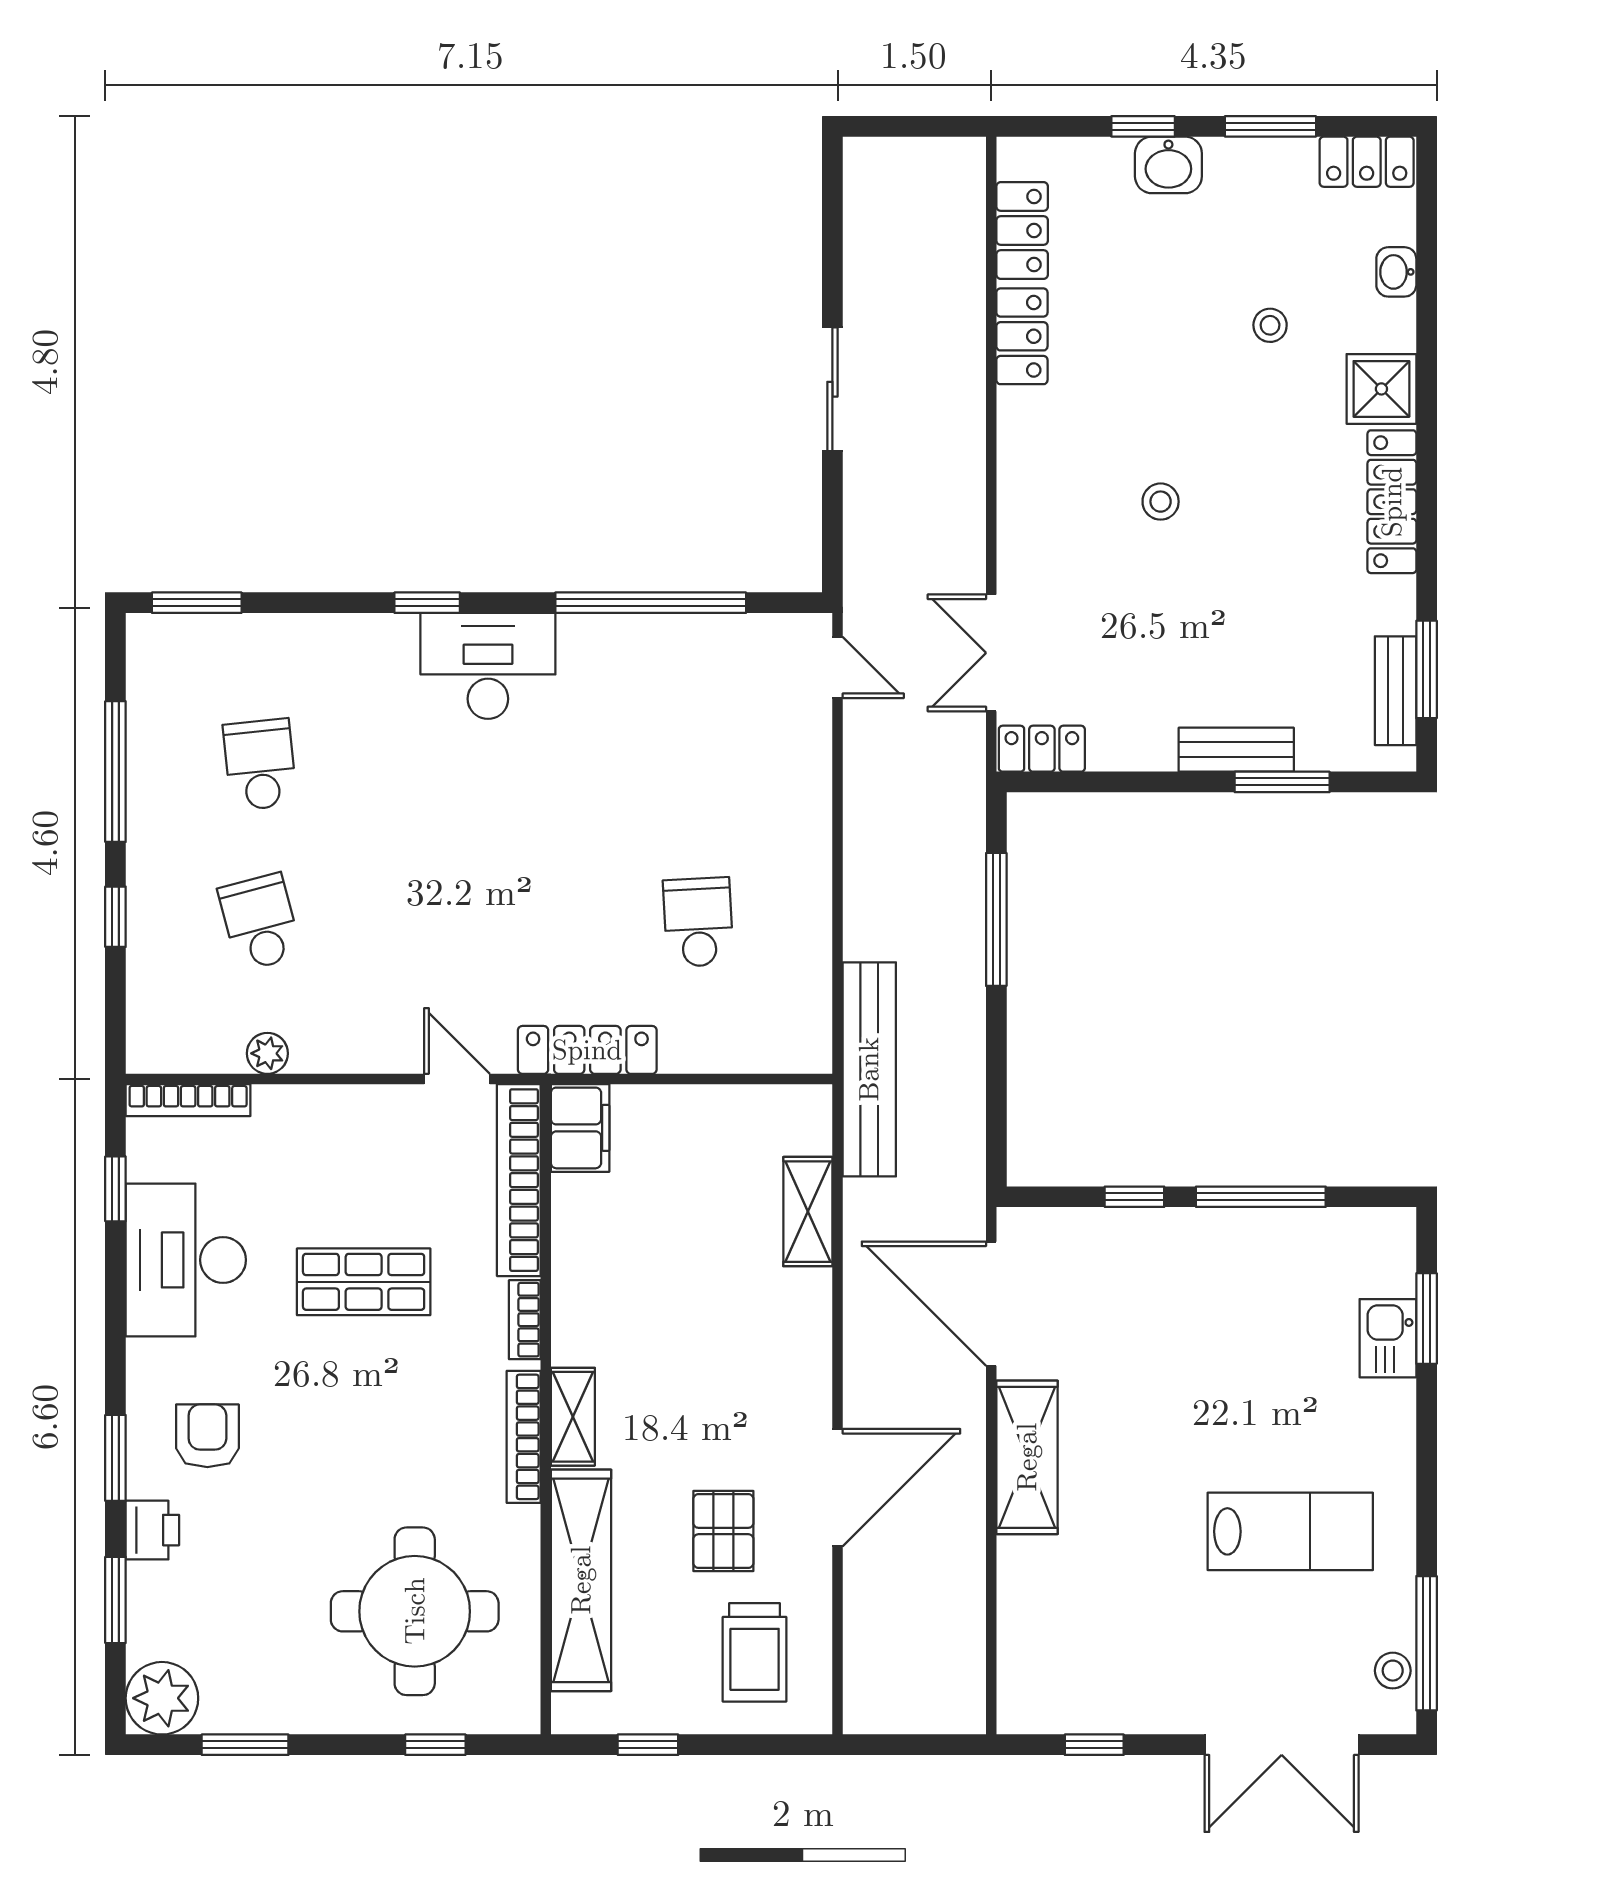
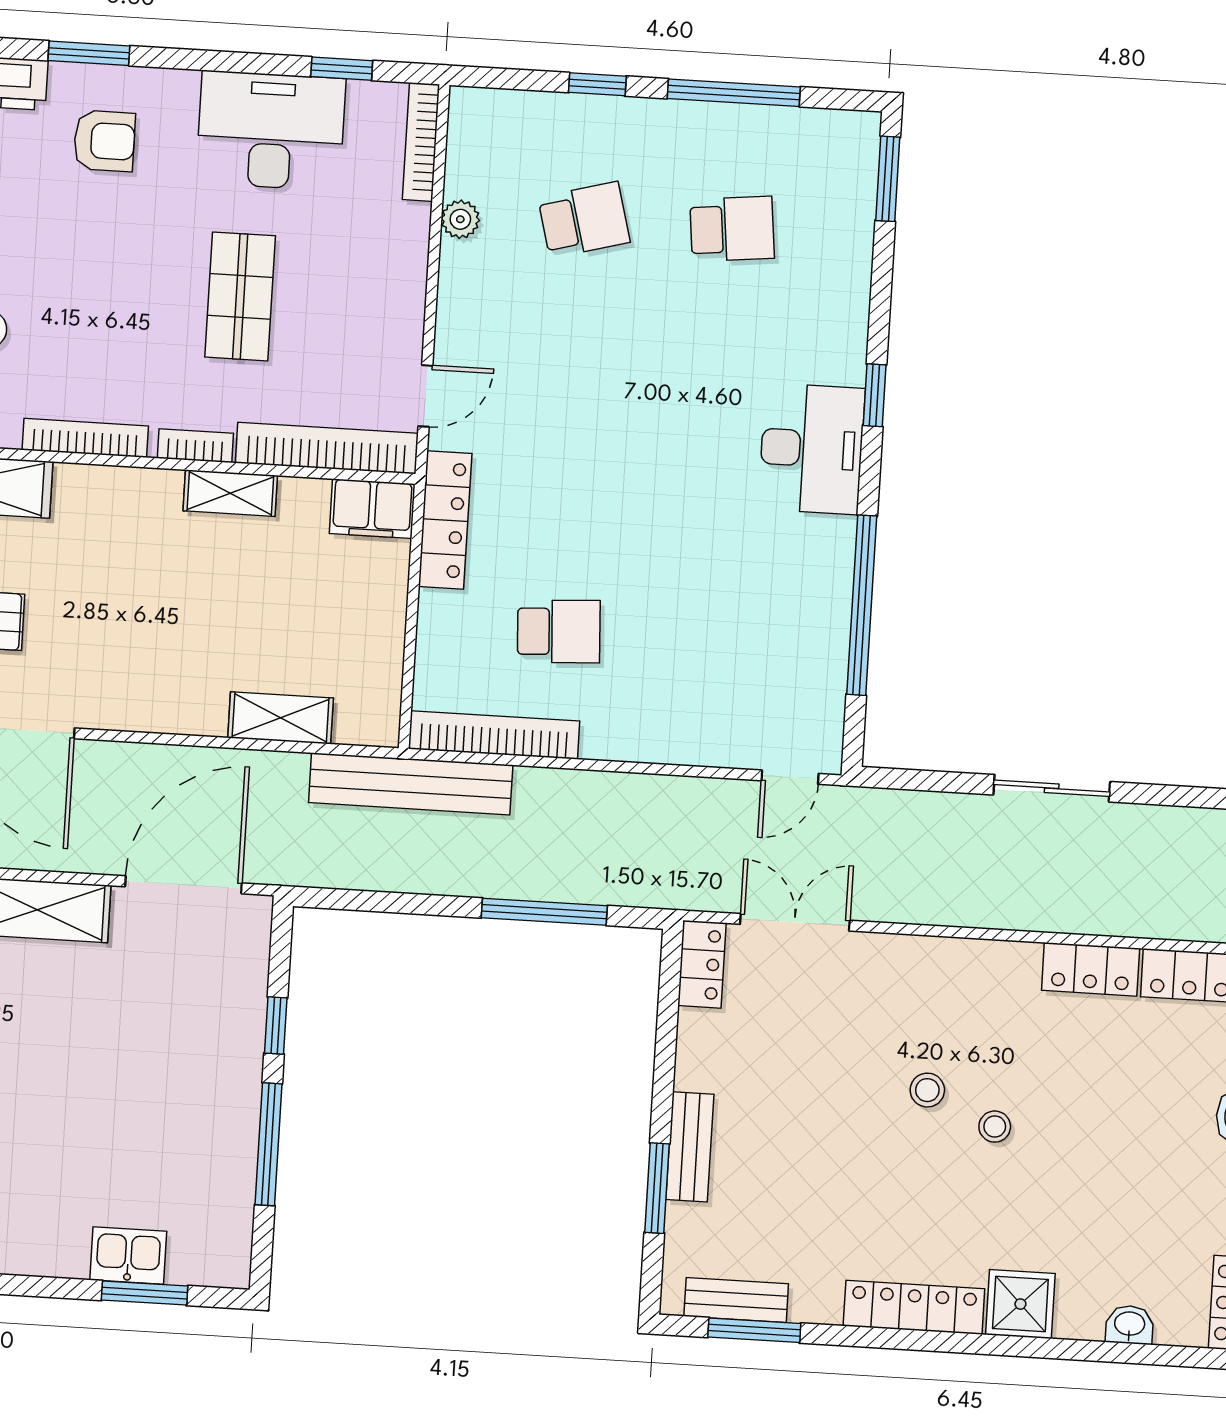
stool: (1270, 325) -> (995, 1127), moved
bookcase: (812, 984) -> (494, 735), added
shelving: (573, 1417) -> (230, 493), moved

